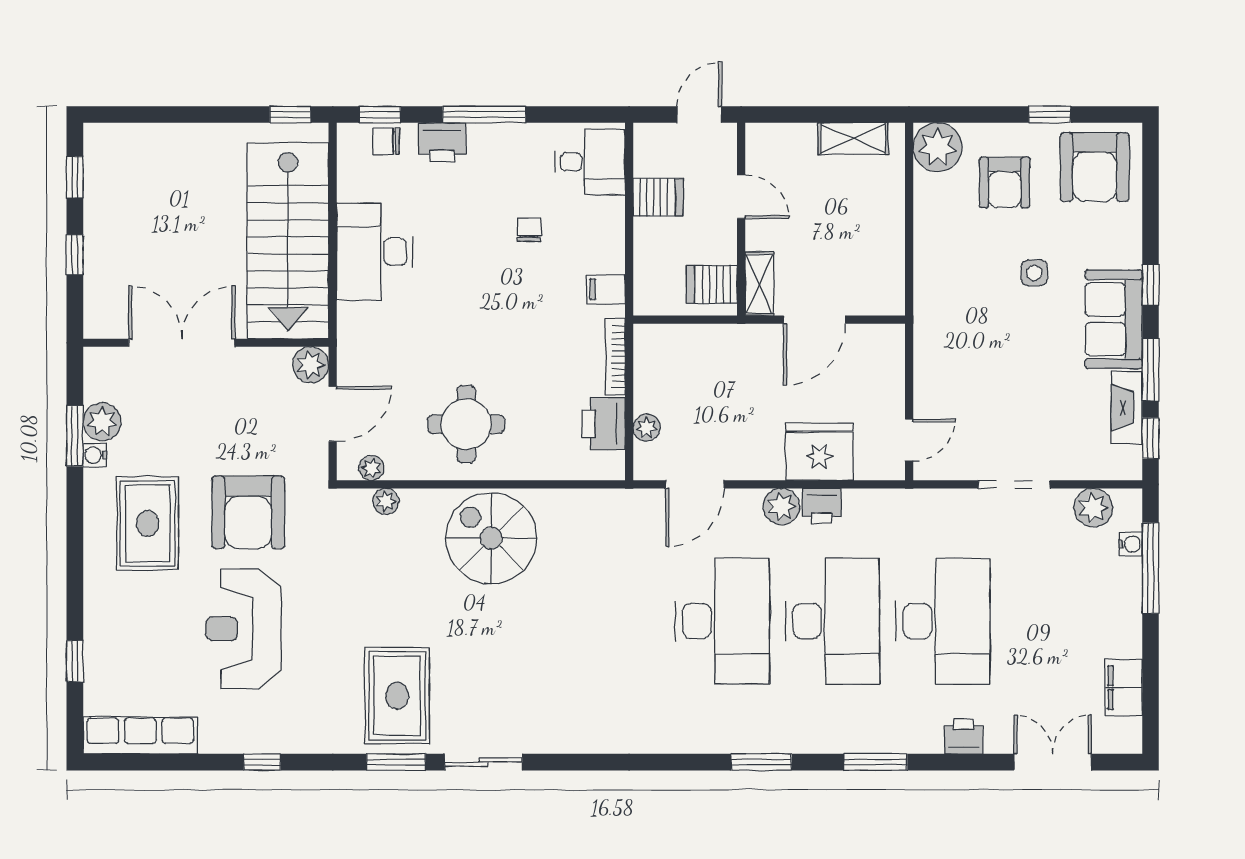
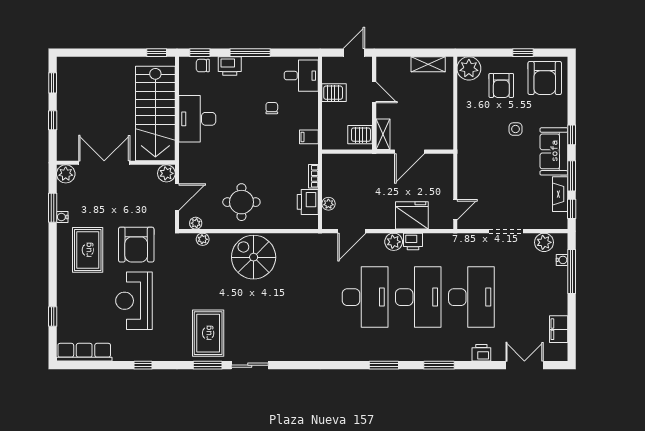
bookcase: (615, 357) -> (313, 176), width x0.64
plant: (102, 422) -> (66, 174), moved

